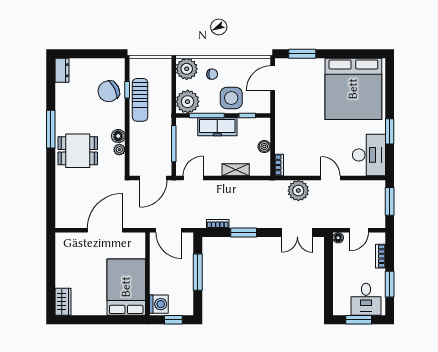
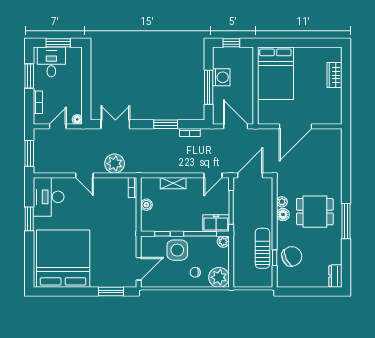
plant: (188, 102) -> (223, 242), width x0.53, depth x0.53
freezer: (217, 127) -> (216, 223), moved, width x0.71
dining table: (78, 151) -> (315, 212), moved
wardrobe: (63, 302) -> (334, 75), moved
washing machine: (159, 304) -> (221, 77), moved, turned 180

